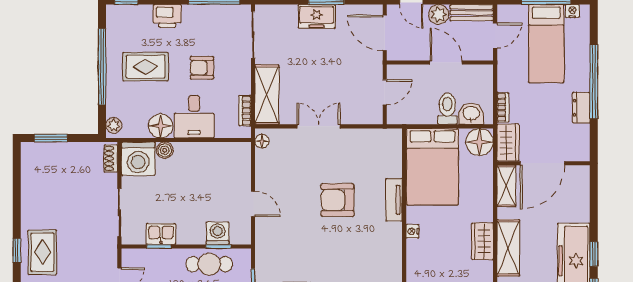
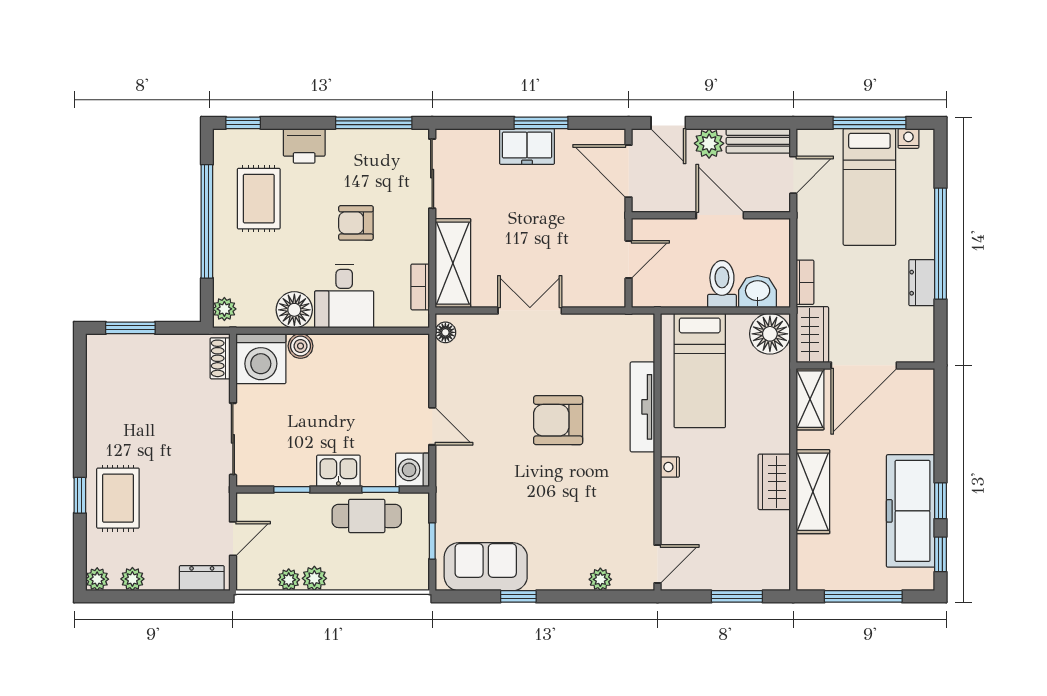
rug: (146, 67) -> (259, 199), moved, turned 90
bed: (432, 167) -> (700, 371), width x0.67
tv unit: (394, 200) -> (642, 407), width x1.41
washing machine: (218, 233) -> (412, 470), moved, turned -90
kitchen sink: (161, 234) -> (338, 471), moved

